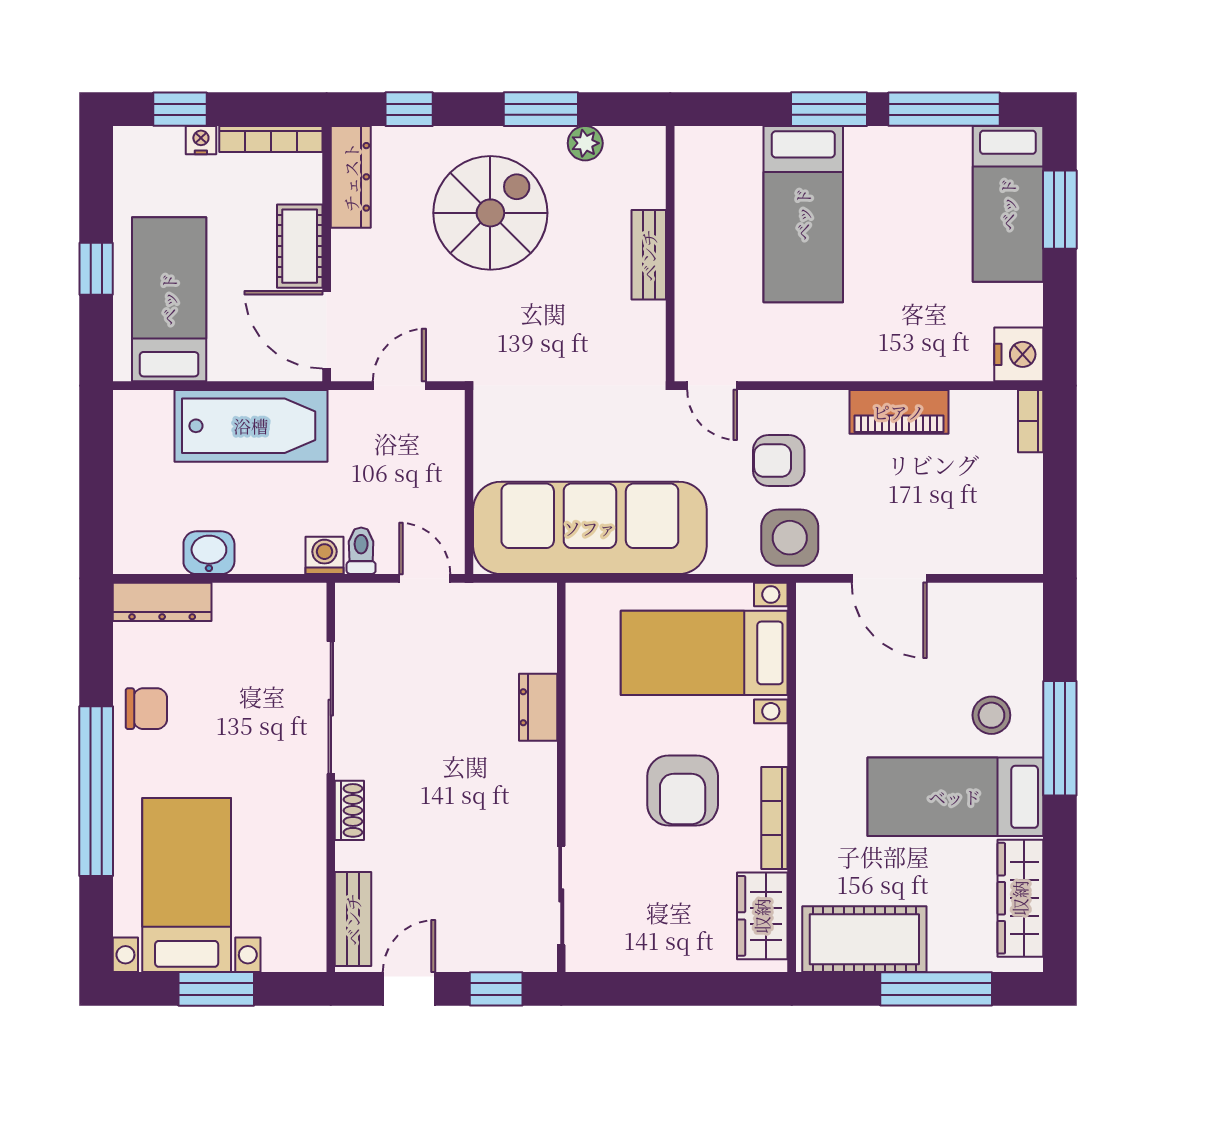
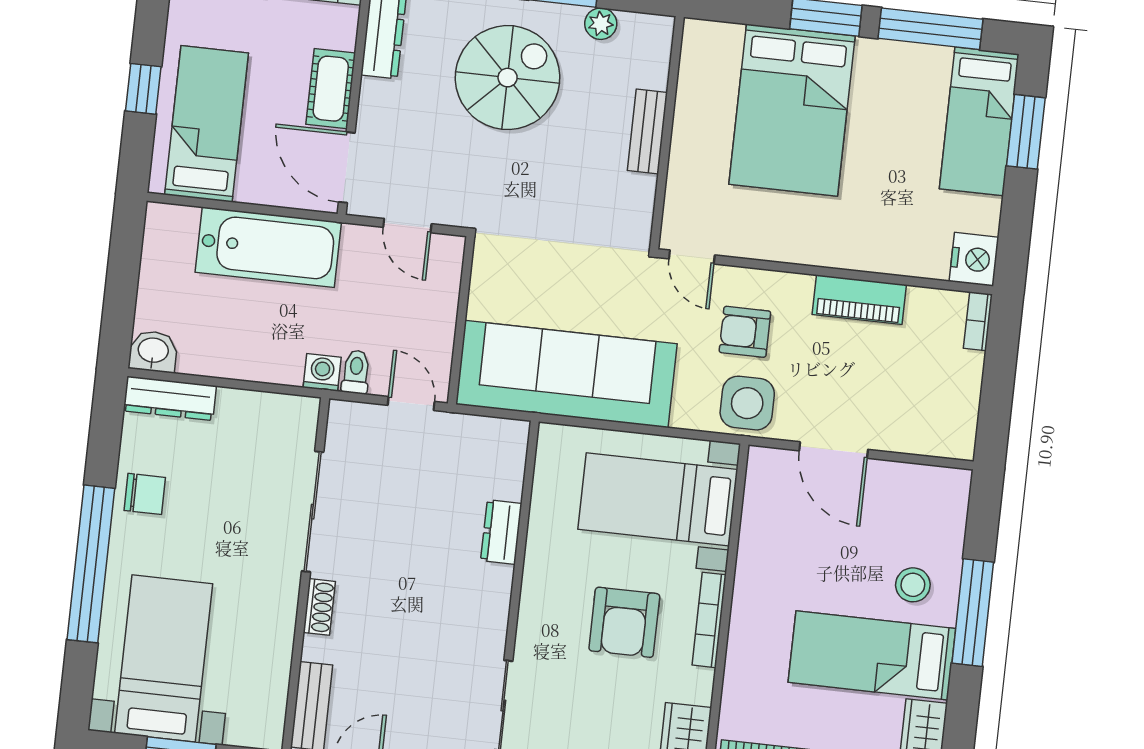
bed: (803, 214) -> (792, 110), width x1.50
door: (399, 386) -> (407, 226), swing flipped
washbasin: (209, 553) -> (153, 351), moved
bookcase: (774, 818) -> (709, 620), moved

